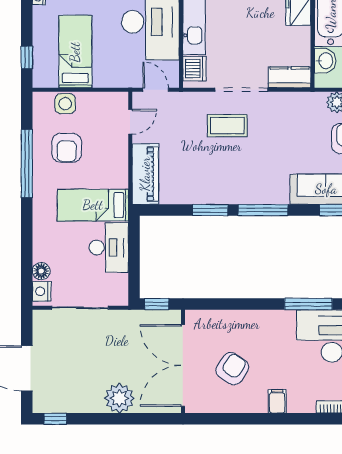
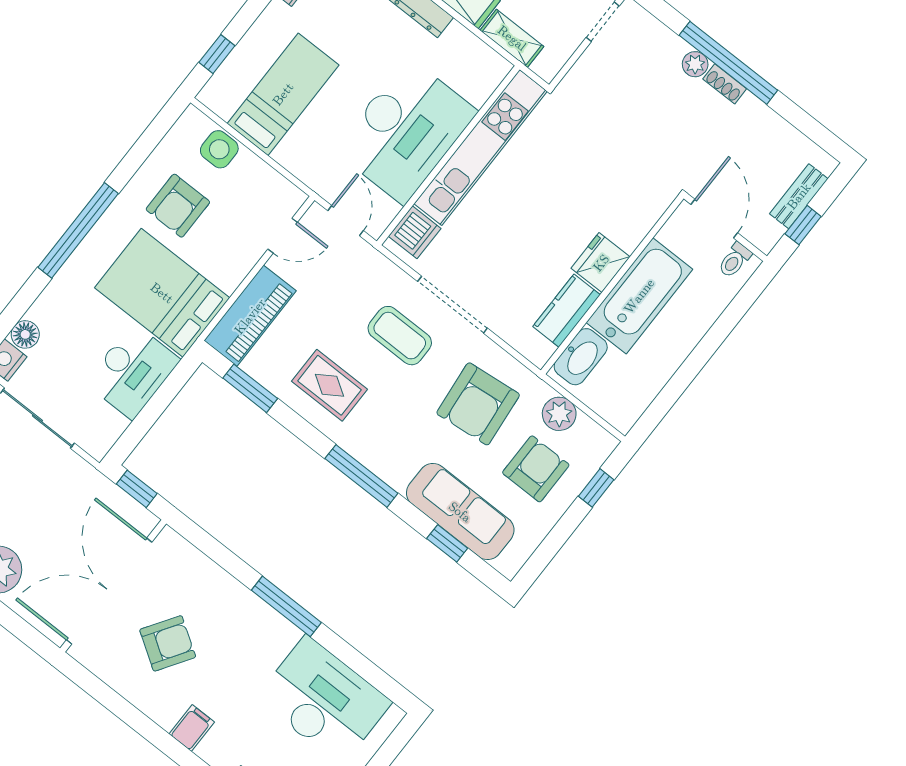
washbasin: (325, 61) -> (581, 357), width x1.38
kitchen counter: (290, 77) -> (567, 311), moved, turned -90
armchair: (293, 129) -> (478, 404), added
window: (27, 164) -> (78, 230), moved
rug: (212, 178) -> (330, 385), added
bed: (93, 205) -> (162, 293), width x1.50
window: (210, 210) -> (250, 388), moved
window: (308, 304) -> (286, 606), moved

